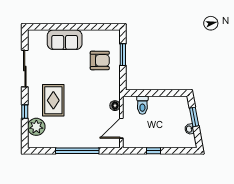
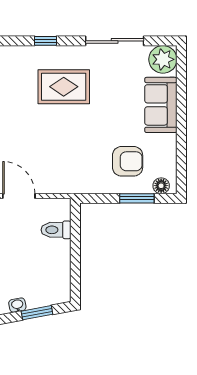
armchair: (100, 60) -> (128, 161), turned -90
floor lamp: (115, 106) -> (161, 186), moved
plant: (36, 127) -> (163, 59), moved

